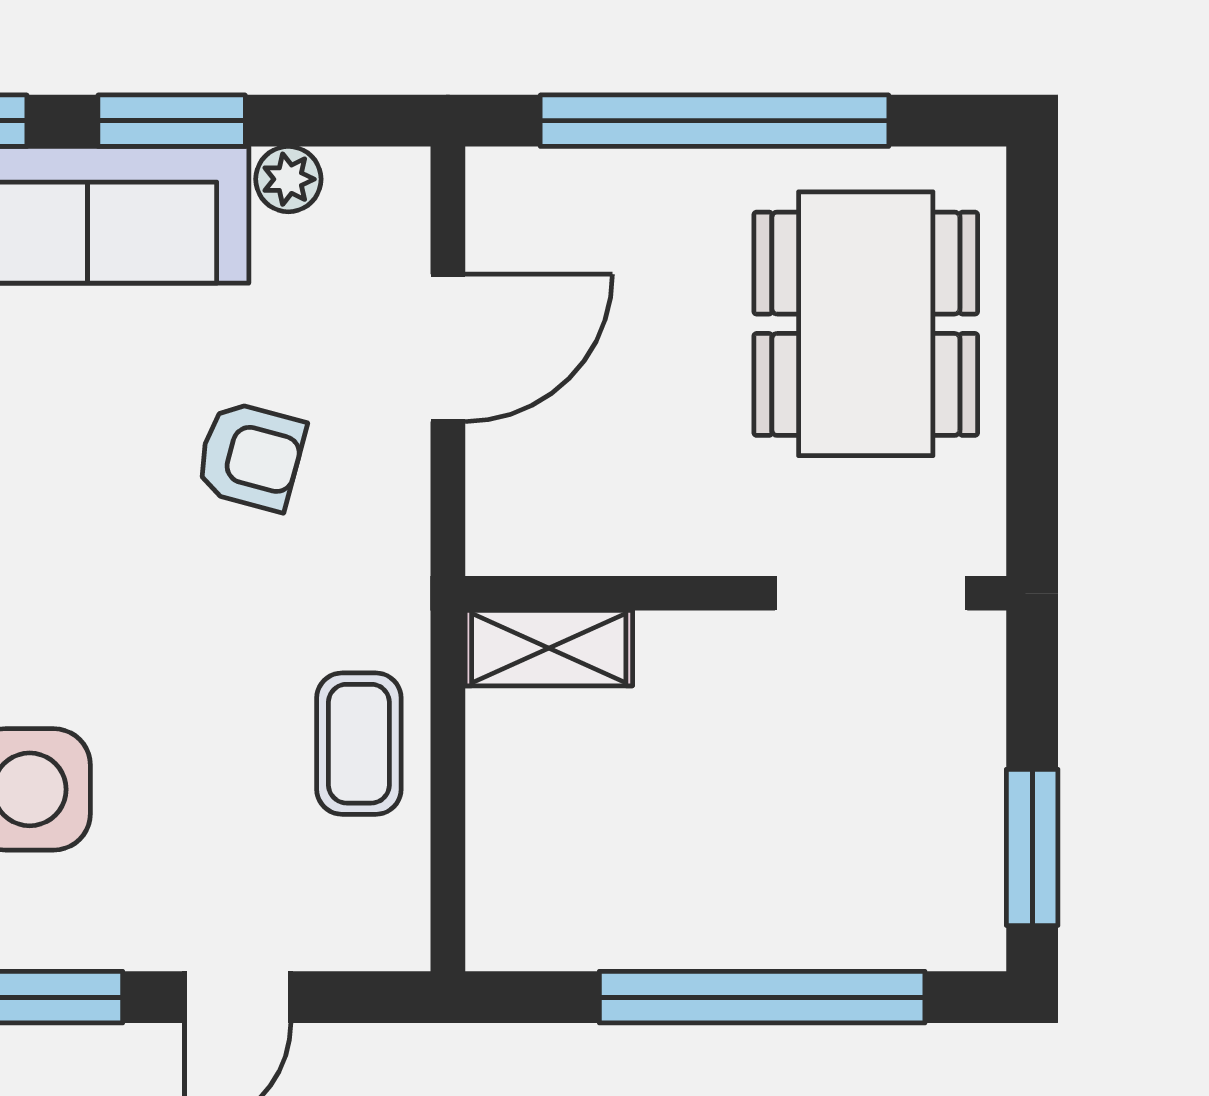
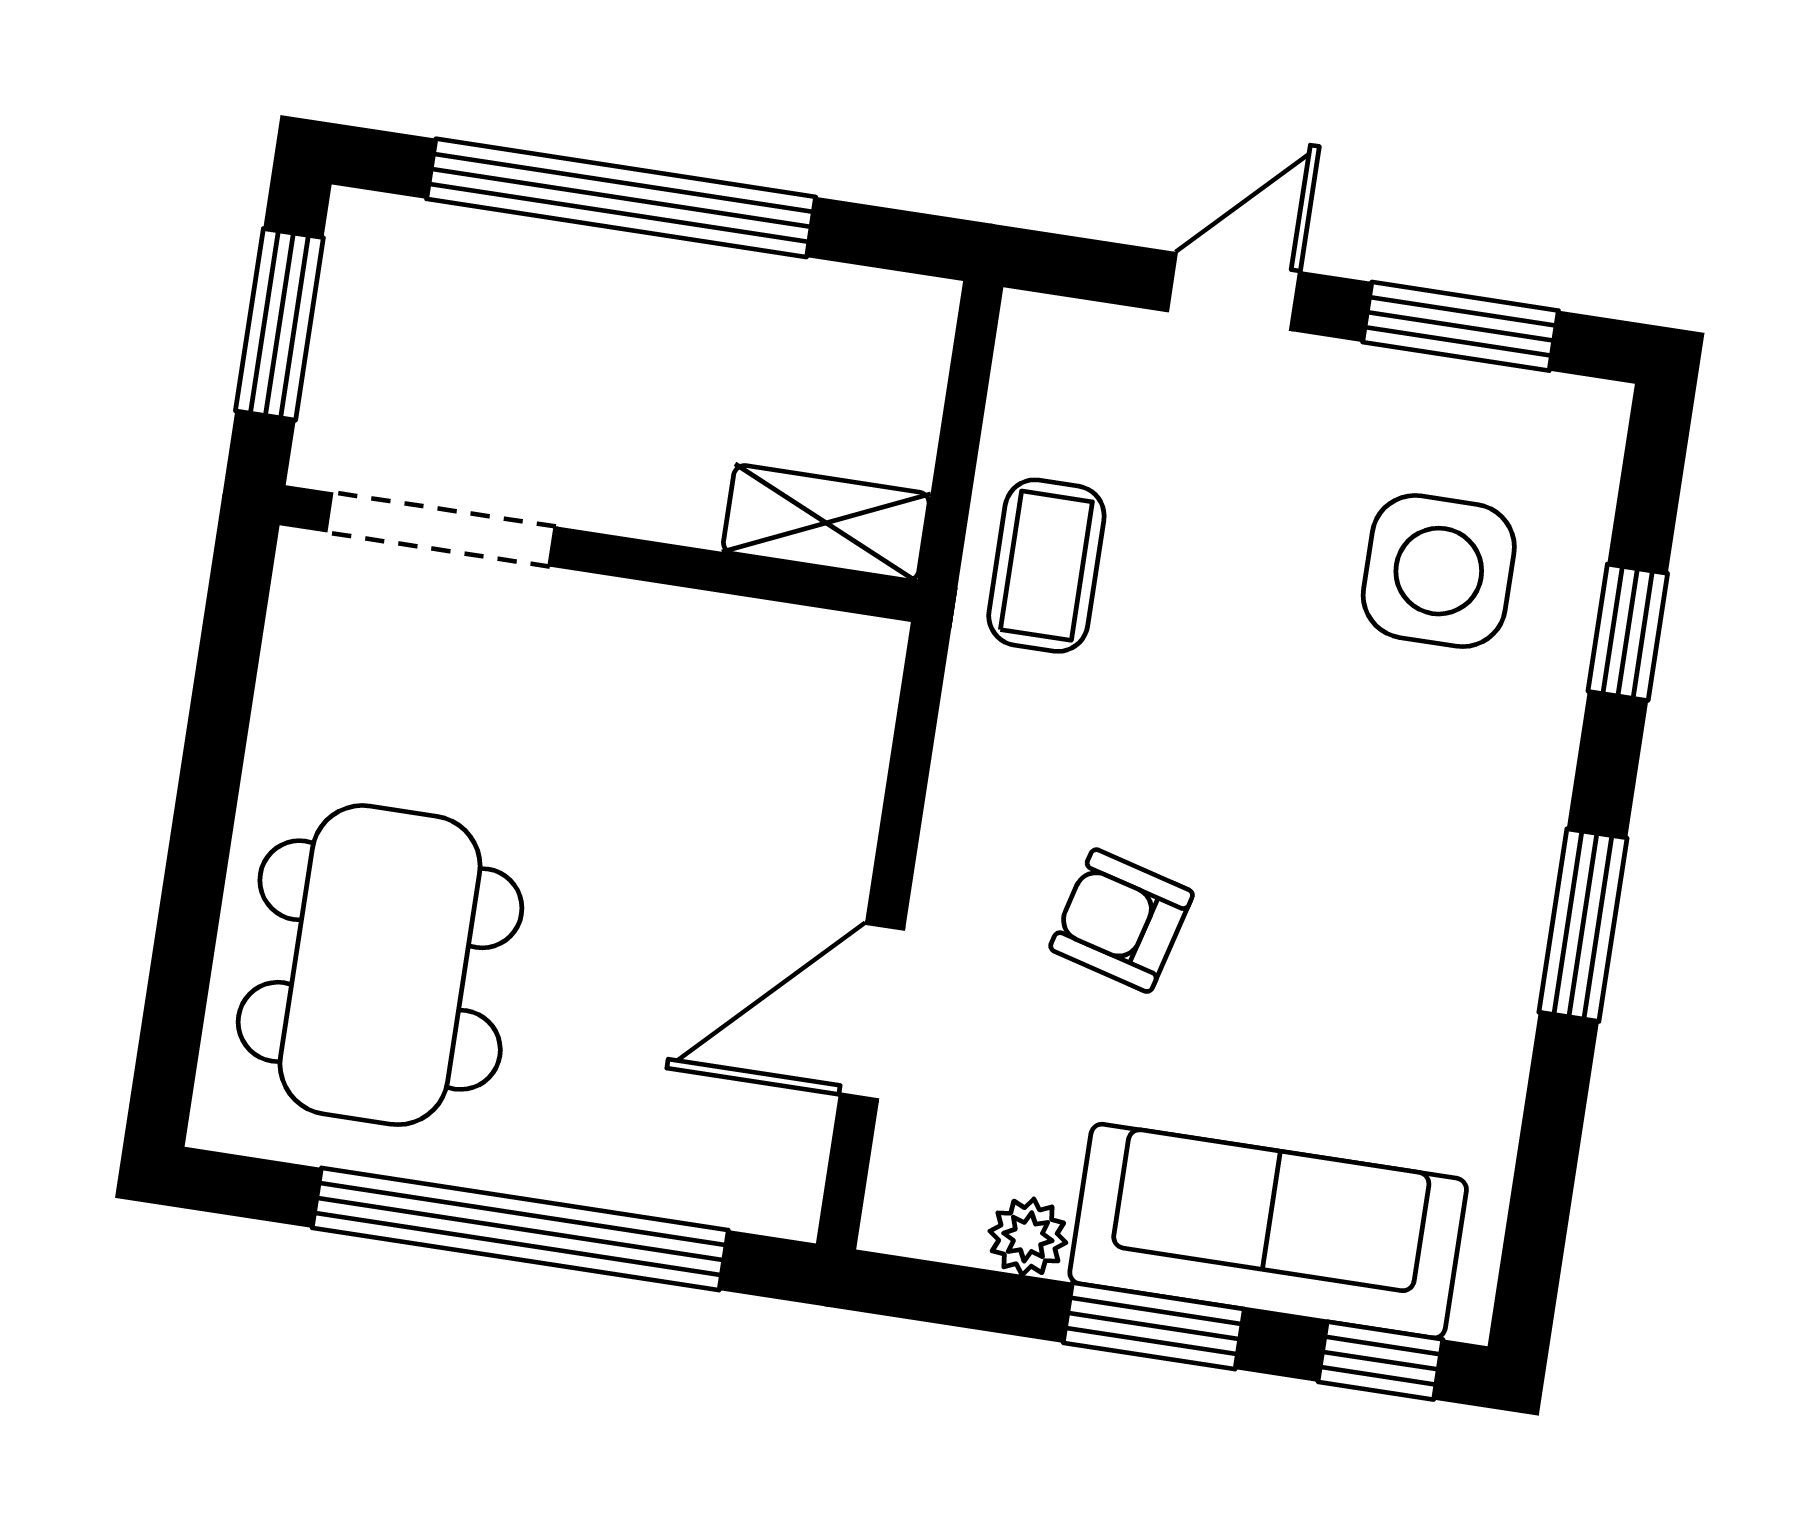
wall: (736, 593) -> (598, 554), moved
doorway: (871, 593) -> (440, 529), moved
shelving: (549, 648) -> (826, 523), moved

